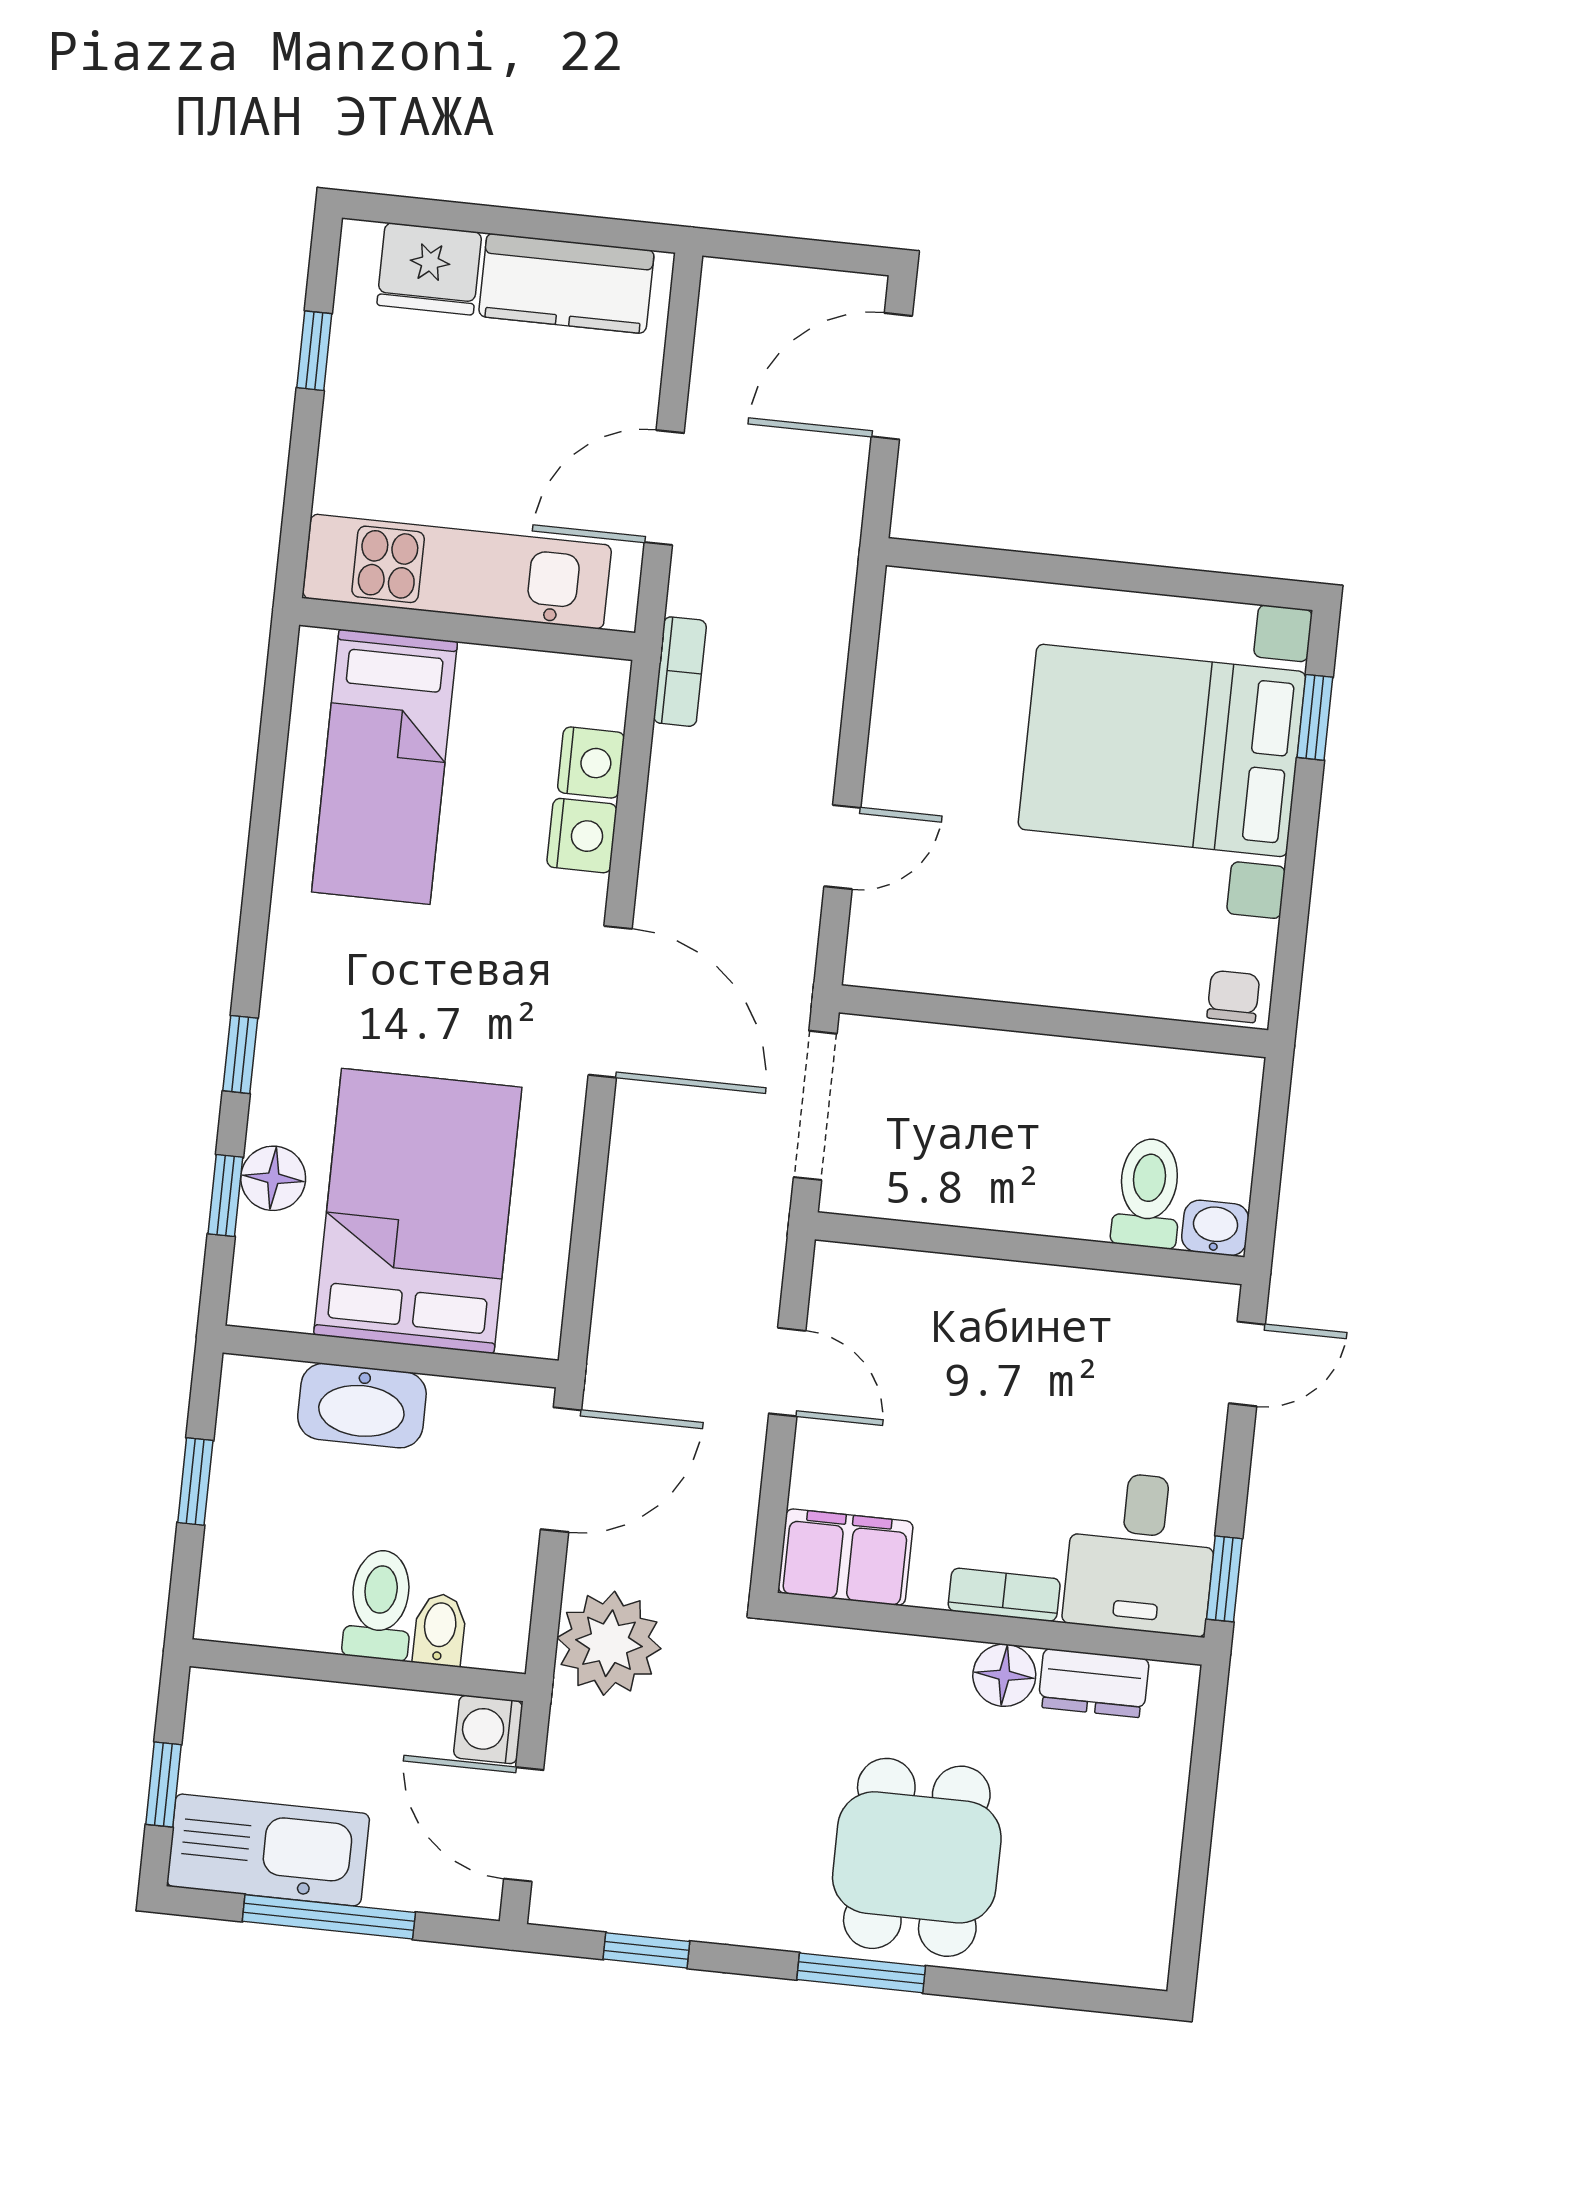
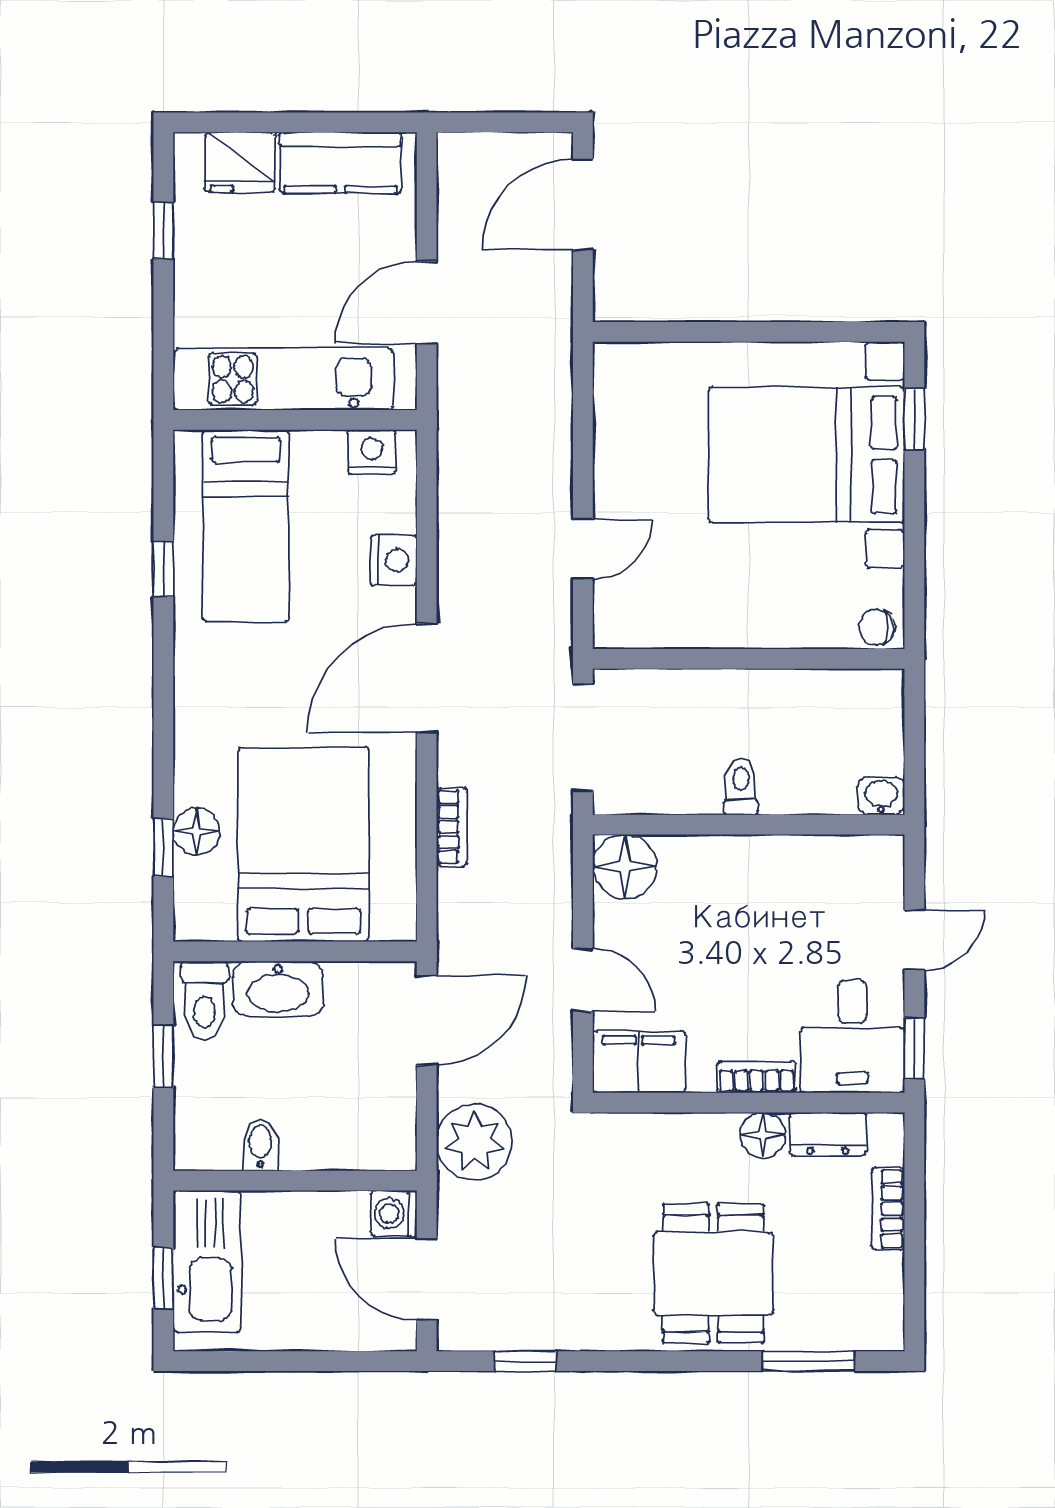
bookcase: (680, 672) -> (452, 827), moved
nightstand: (591, 763) -> (372, 452), moved, turned -90
chair: (1233, 996) -> (877, 627), turned -90
door: (610, 1002) -> (427, 678), swing flipped
window: (240, 1054) -> (163, 569), moved
toilet: (1148, 1193) -> (741, 787), moved, width x0.73, depth x0.72
floor lamp: (854, 1288) -> (625, 866), added
door: (1247, 1364) -> (914, 940), moved
door: (787, 1372) -> (583, 980), moved
toilet: (380, 1605) -> (205, 1001), moved, turned 180
bidet: (440, 1630) -> (260, 1145), moved
bookcase: (1165, 1794) -> (888, 1209), added
kitchen sink: (268, 1850) -> (207, 1261), moved, turned 90
window: (329, 1917) -> (293, 1361), removed
window: (861, 1973) -> (809, 1361), moved

